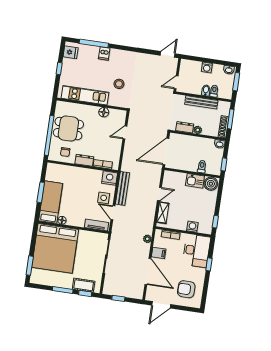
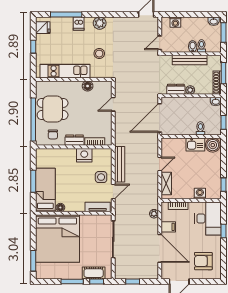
plant: (124, 56) -> (100, 23), added
washing machine: (207, 67) -> (175, 22), moved
nightstand: (110, 178) -> (84, 155), moved
door: (113, 213) -> (113, 191), swing flipped

